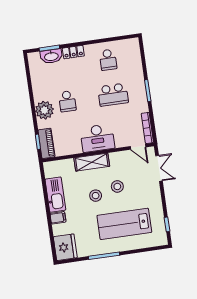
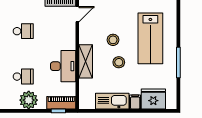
school desk: (113, 95) -> (23, 31), width x0.54
desk: (97, 138) -> (63, 66), moved
fridge: (65, 247) -> (153, 99), moved

